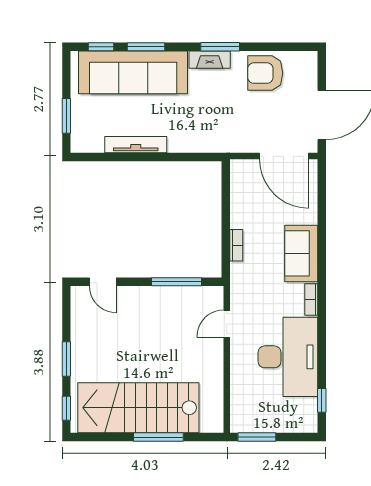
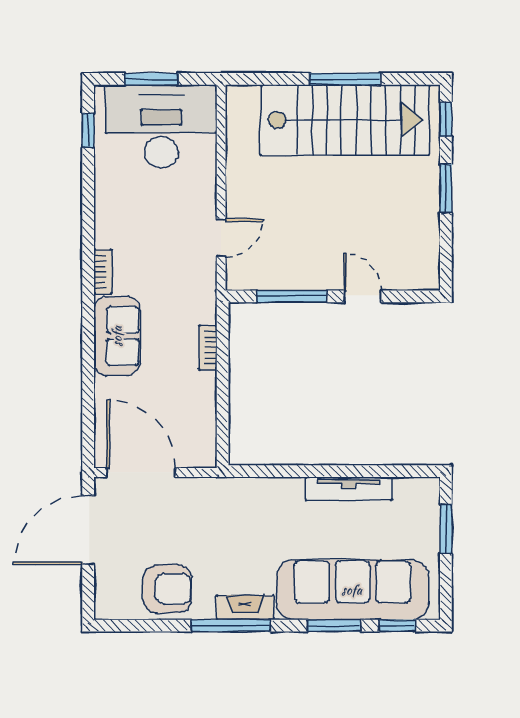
window: (220, 47) -> (231, 626), width x1.44
door: (103, 282) -> (363, 296), moved
desk: (288, 357) -> (161, 126), moved, turned 90
window: (158, 437) -> (345, 79), moved
window: (257, 437) -> (151, 79), moved

